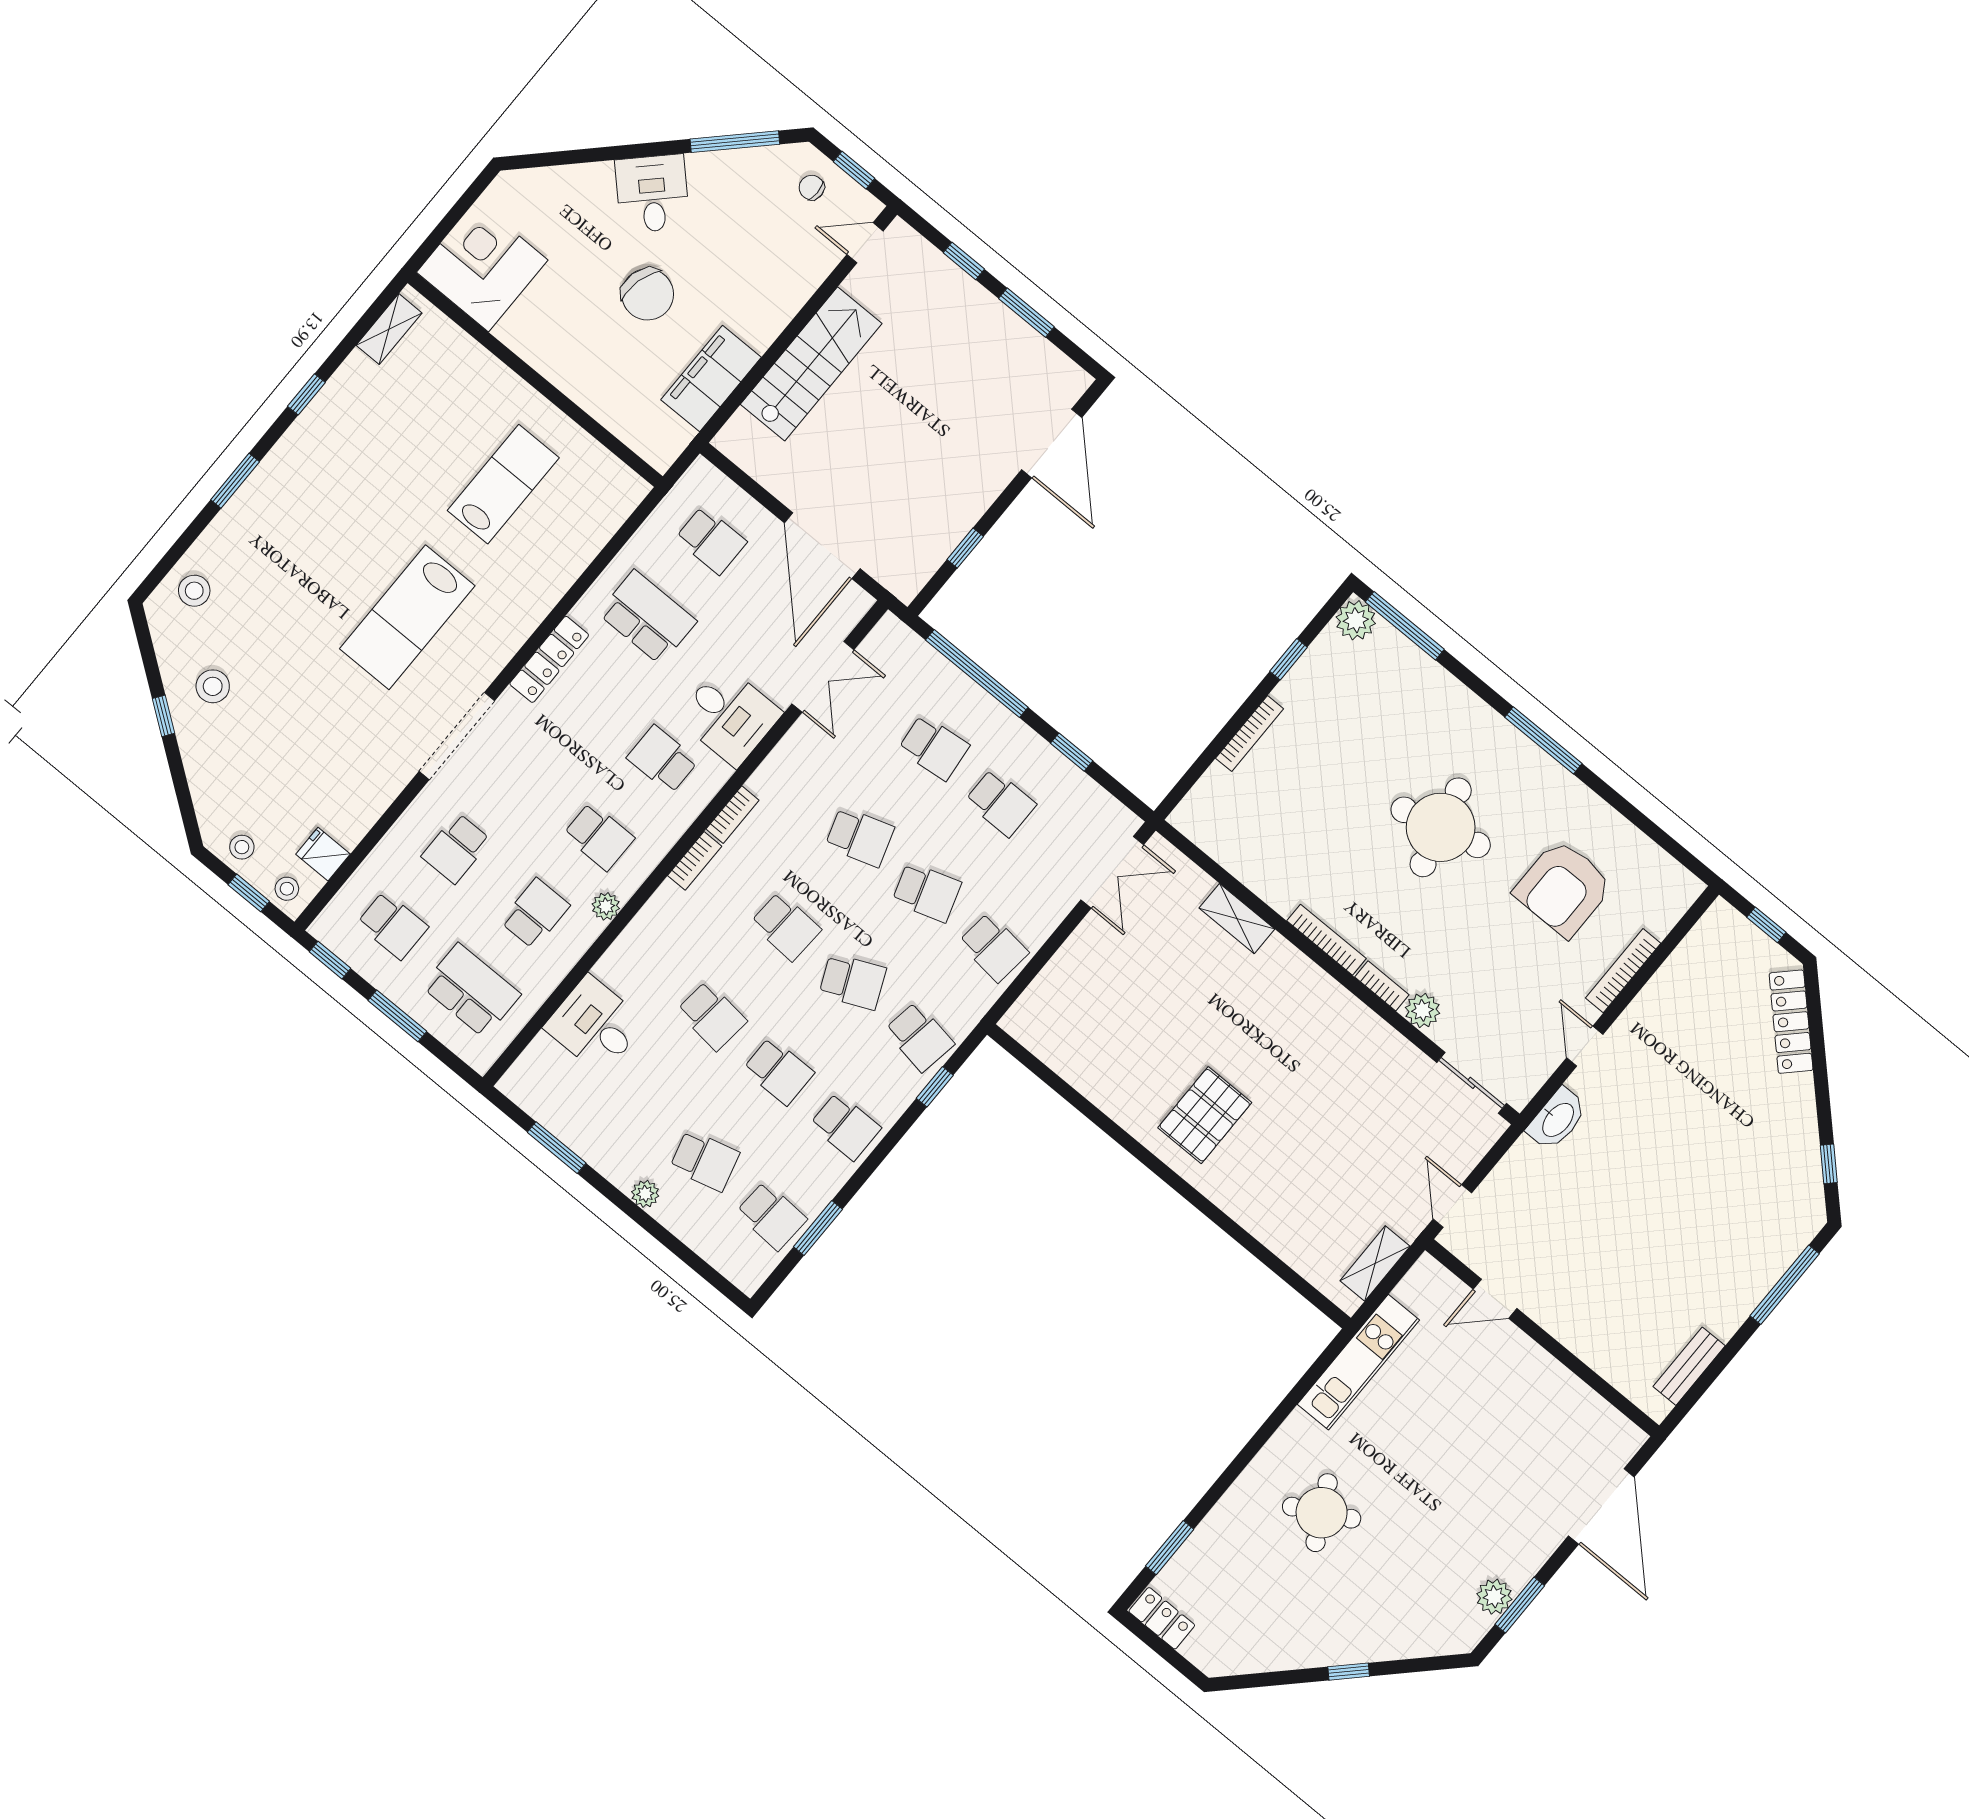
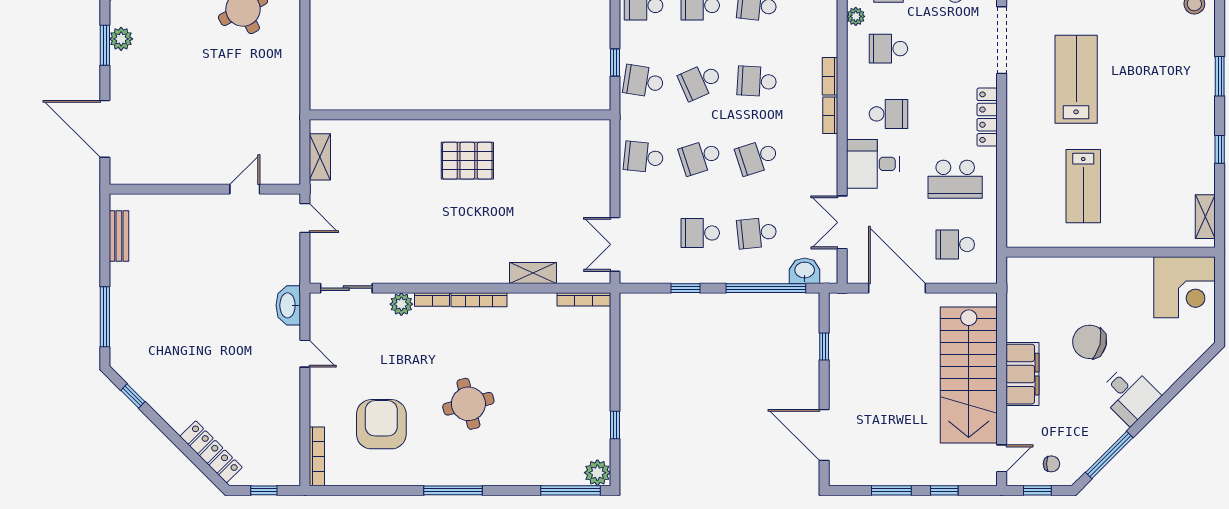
stairs: (811, 364) -> (969, 375), width x1.36, depth x1.51
filing cabinet: (711, 379) -> (1023, 374), moved
washbasin: (914, 656) -> (805, 271), added
bookcase: (1250, 734) -> (584, 299), moved, turned -90
round table: (1441, 827) -> (468, 404), width x0.73, depth x0.73
bookcase: (1623, 971) -> (317, 456), moved
pallet: (1205, 1115) -> (467, 161), turned 90
kitchen unit: (1358, 1362) -> (287, 100), removed

